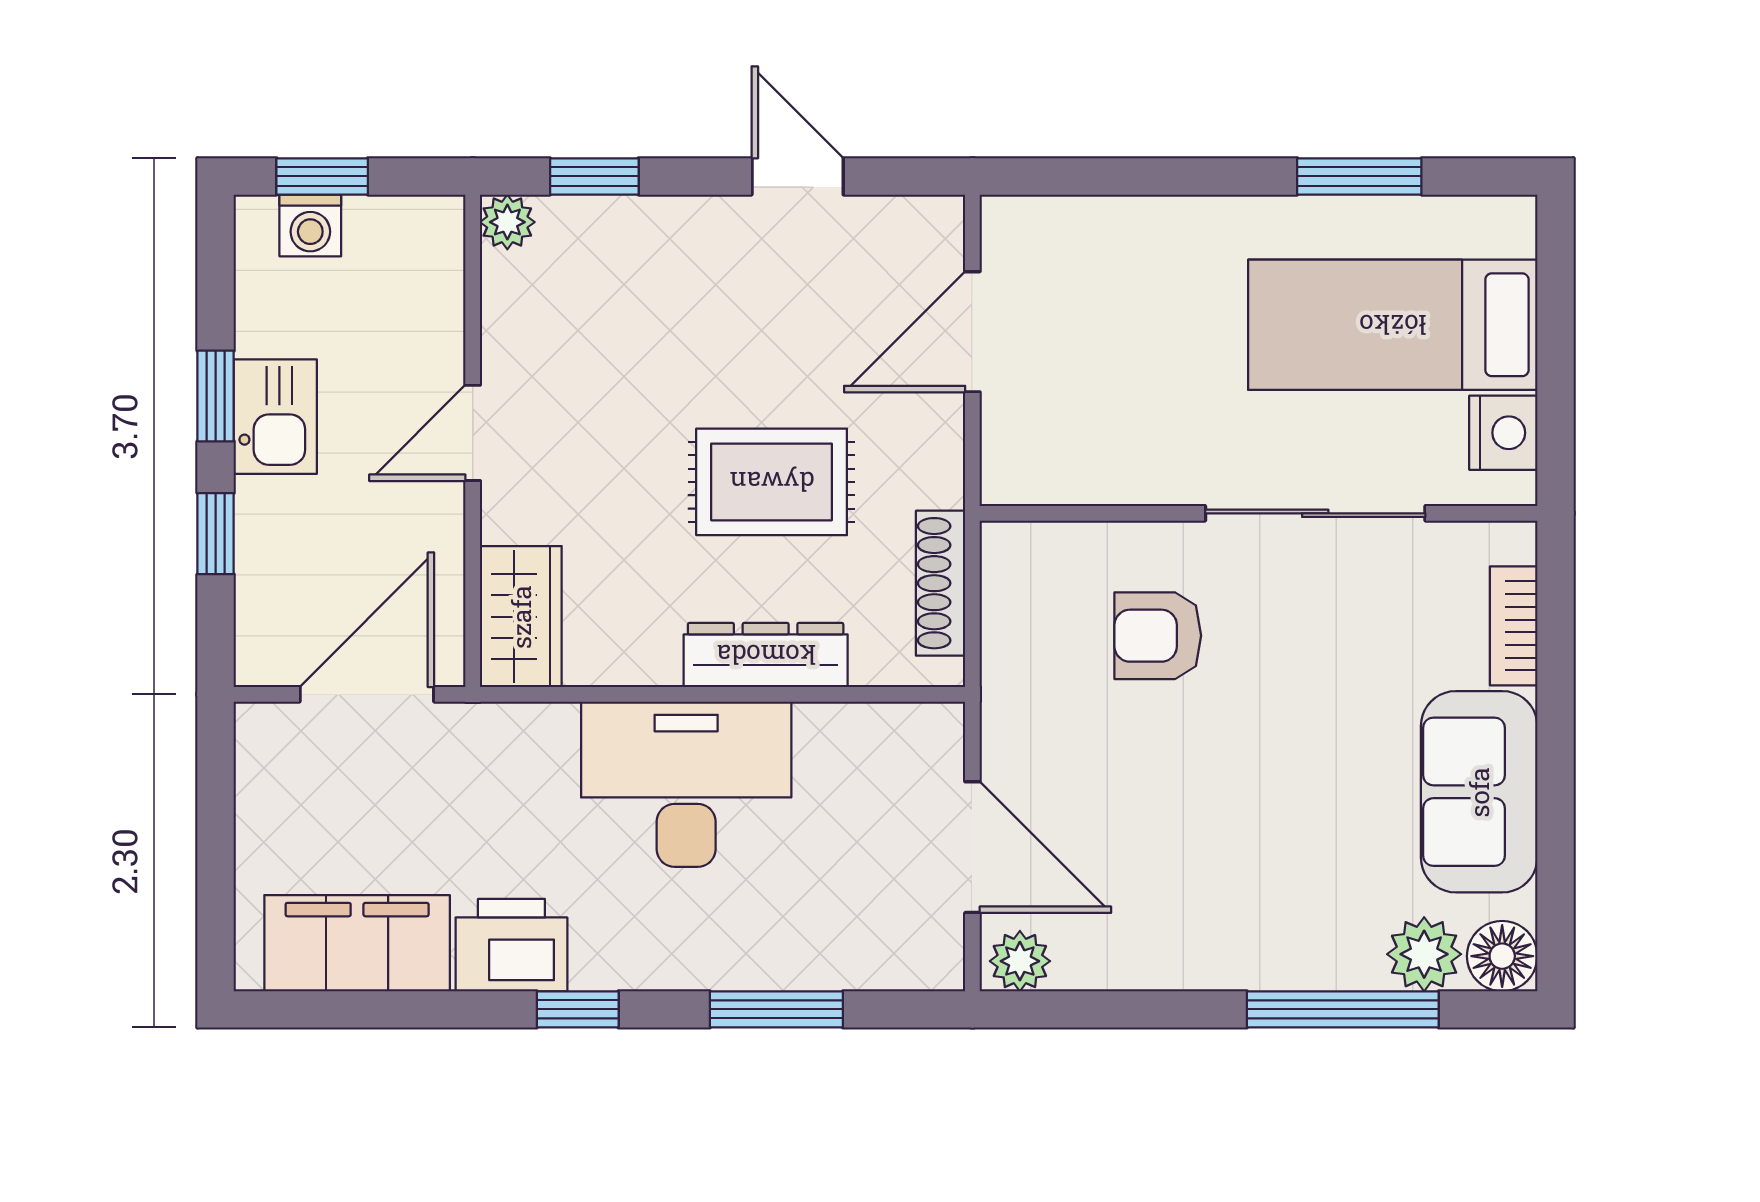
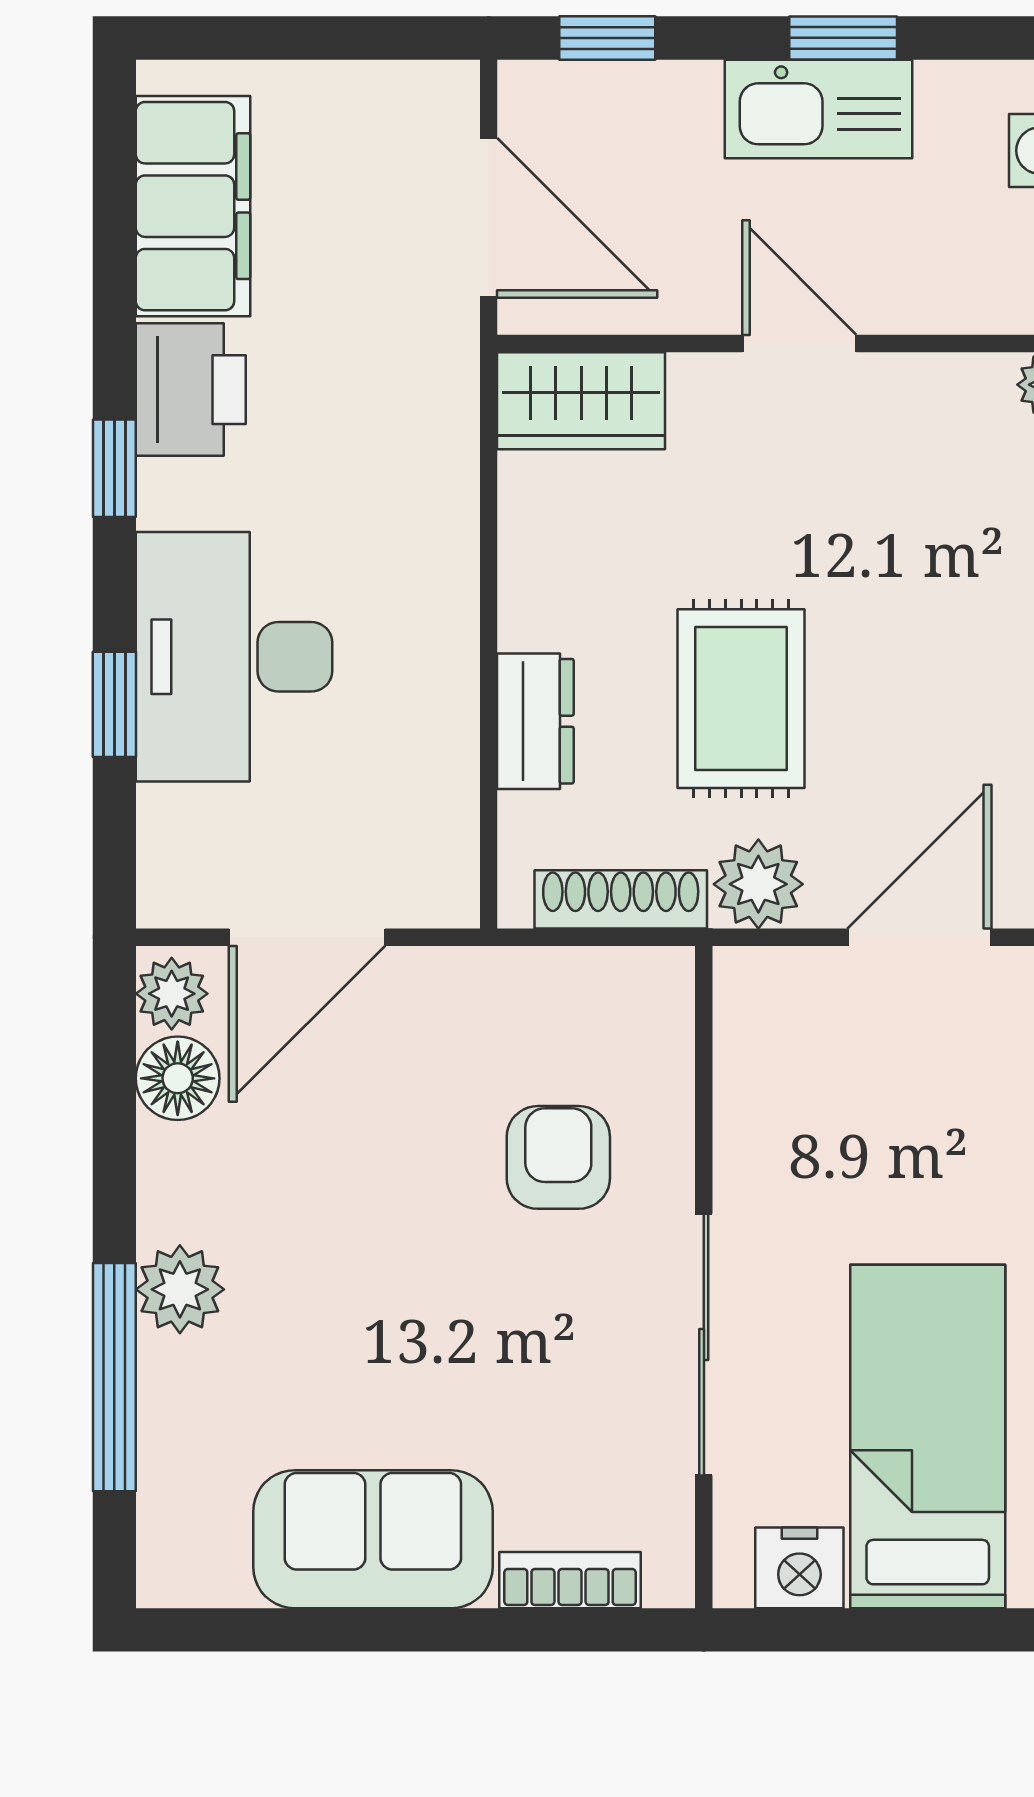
door: (972, 332) -> (919, 937), hinge flipped
kitchen sink: (275, 417) -> (819, 109), width x1.38
plant: (928, 467) -> (758, 884), added
window: (216, 534) -> (607, 38), moved
dresser: (766, 655) -> (535, 721), width x0.70
desk: (686, 784) -> (234, 657), moved, turned 180
plant: (1424, 954) -> (180, 1289), moved
floor lamp: (1502, 956) -> (178, 1078), moved
window: (776, 1009) -> (114, 704), width x0.67

